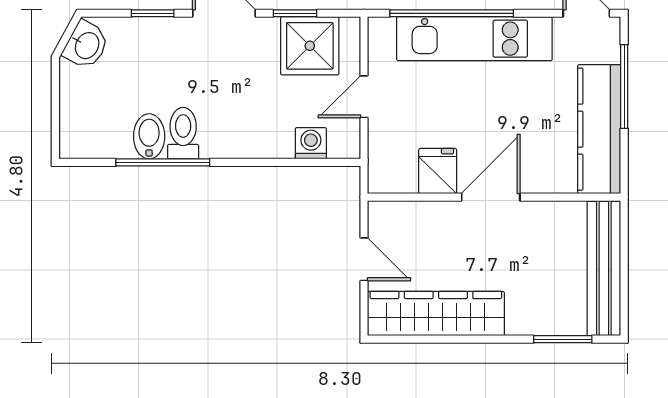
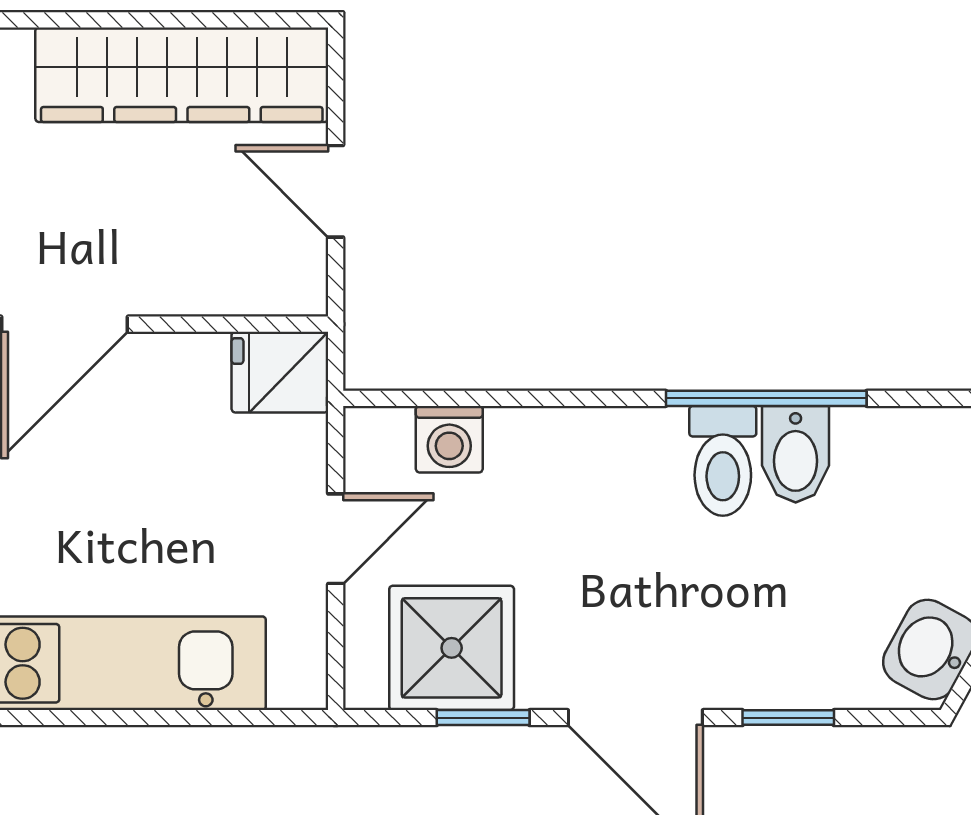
window: (452, 13) -> (148, 718), removed
fridge: (438, 171) -> (280, 372), moved, turned 90

